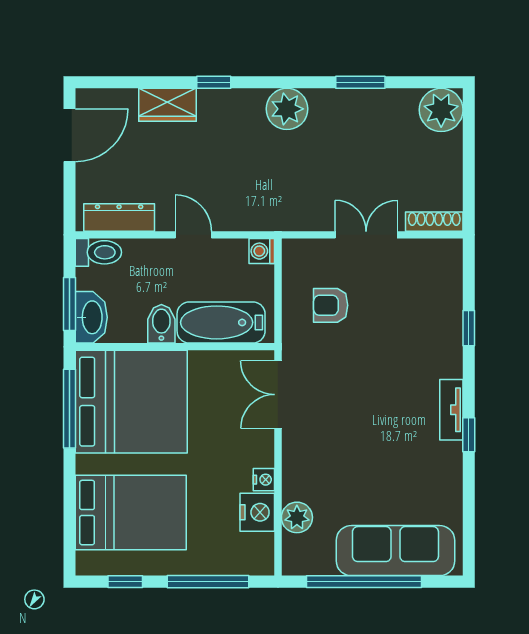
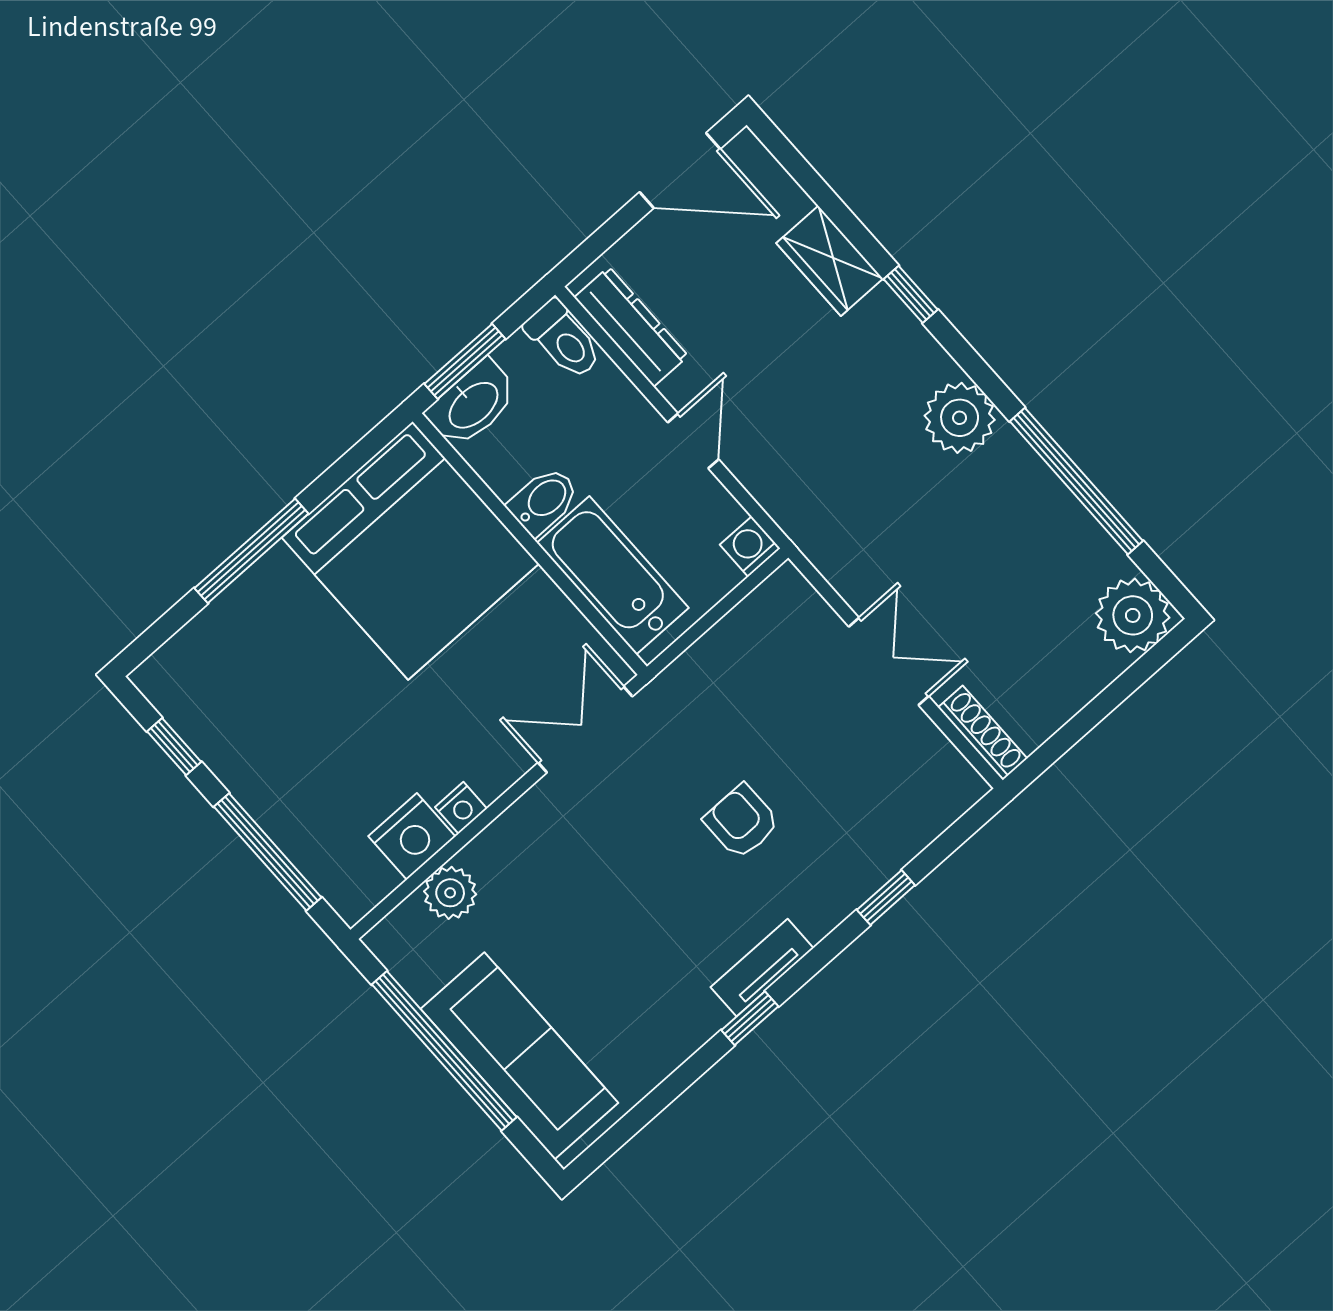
window: (360, 82) -> (1076, 481), width x2.11
armchair: (331, 305) -> (742, 822), moved
window: (70, 409) -> (251, 551), moved
bed: (131, 513) -> (268, 675), removed

